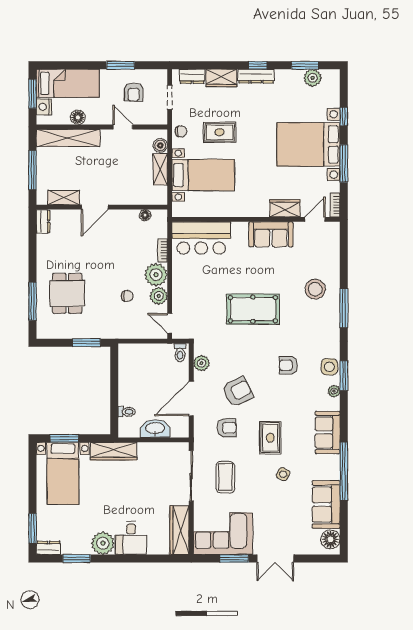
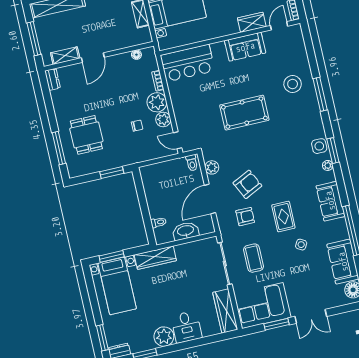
armchair: (288, 365) -> (285, 153), removed

